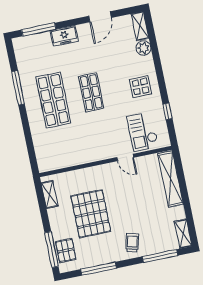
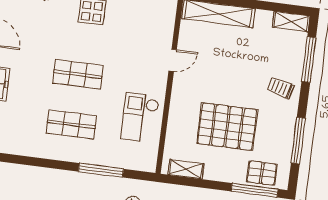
window: (18, 88) -> (101, 170), moved
shop shelf: (53, 100) -> (71, 124), width x0.70, depth x0.74
checkout: (143, 132) -> (140, 118), moved, turned 90

